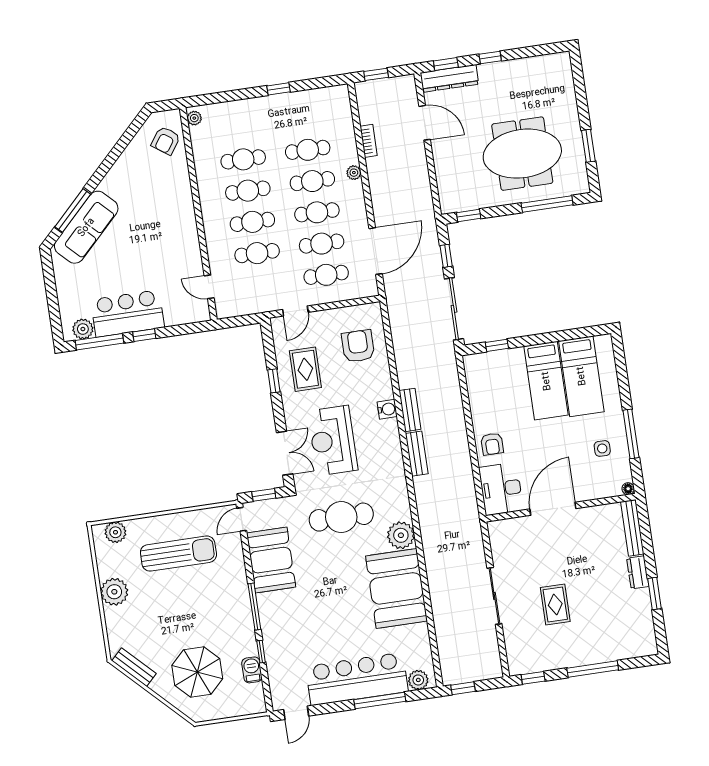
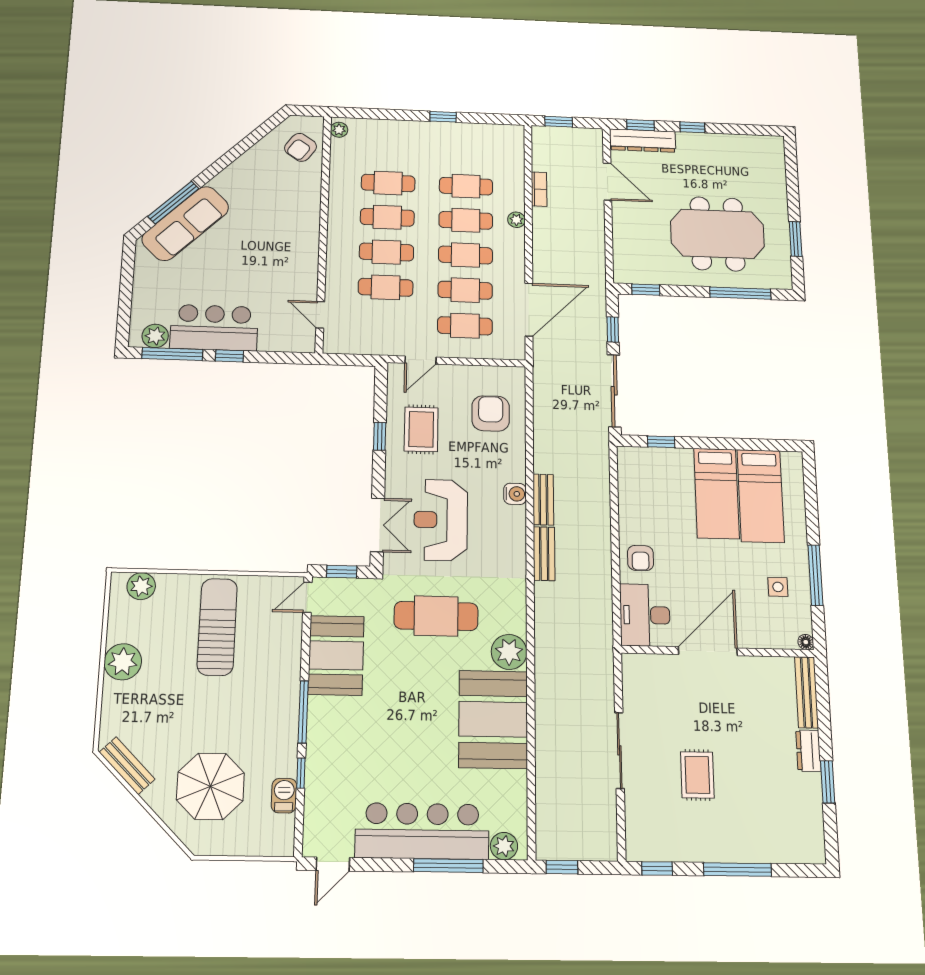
sun lounger: (178, 554) -> (217, 627), turned -90

